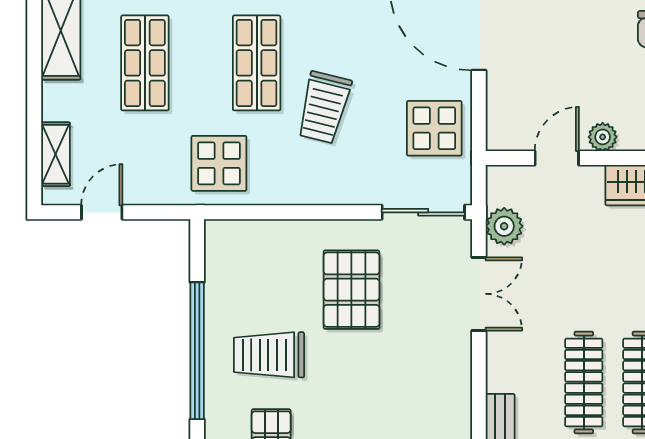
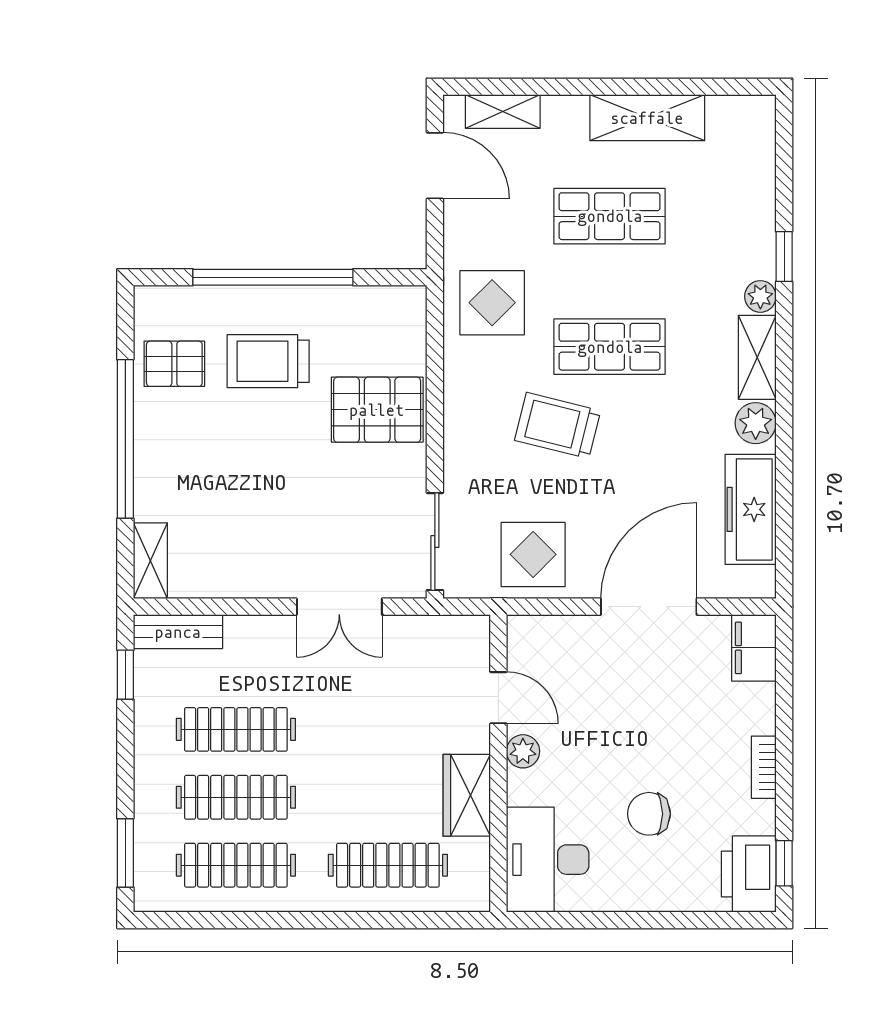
door: (102, 212) -> (435, 166), width x1.38
plant: (504, 226) -> (419, 636), removed
pallet: (351, 290) -> (377, 410), moved
trolley: (269, 355) -> (268, 361), turned -90

